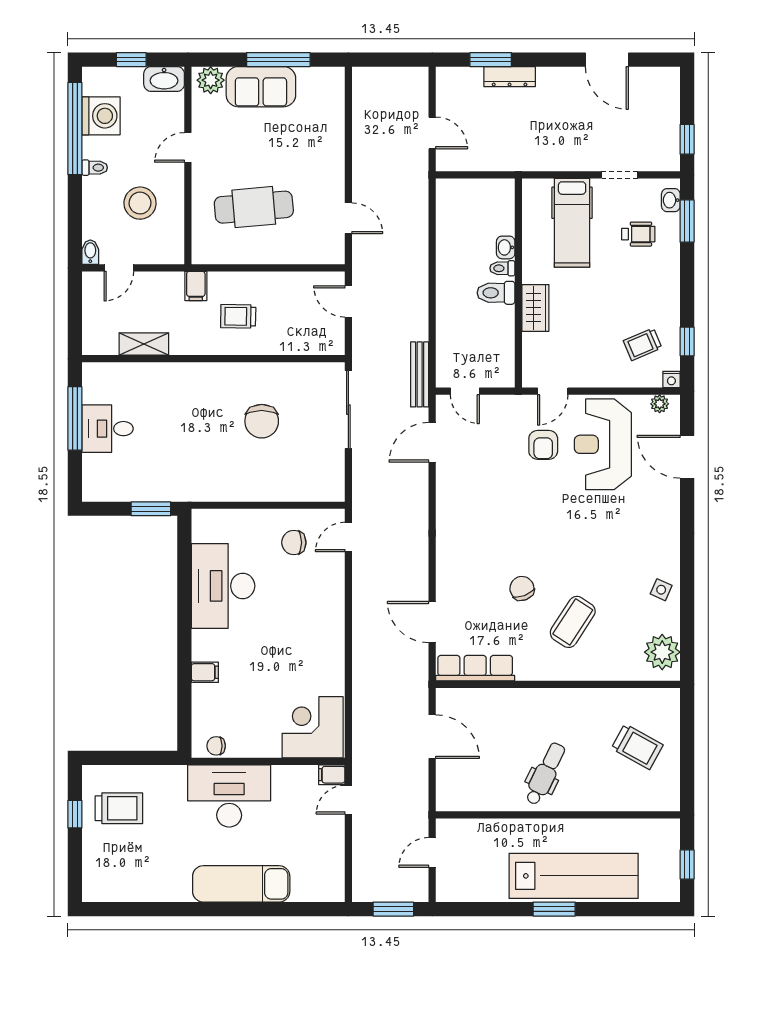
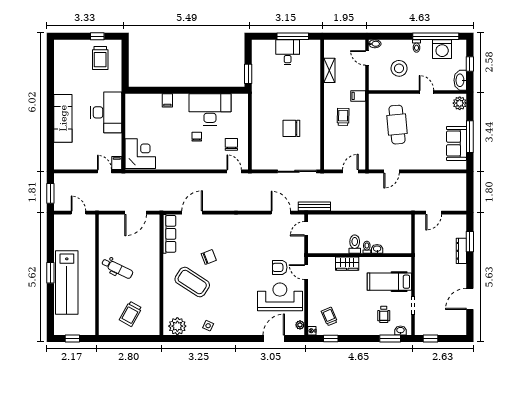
sofa: (261, 87) -> (456, 143), moved
coffee table: (573, 622) -> (192, 282), width x1.36, depth x1.32
chair: (216, 746) -> (197, 137), moved

